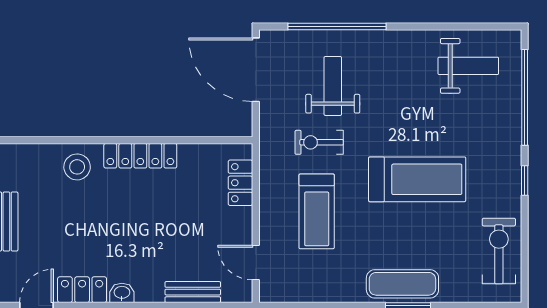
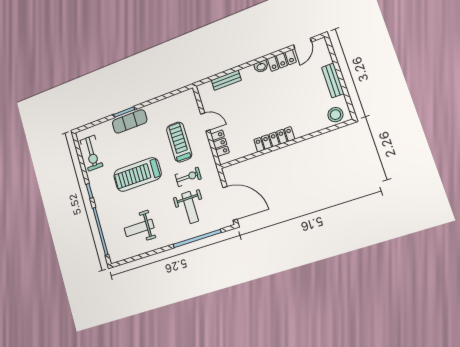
weight bench: (468, 66) -> (139, 228), moved
stool: (77, 167) -> (335, 115), moved
door: (256, 263) -> (205, 122), moved

